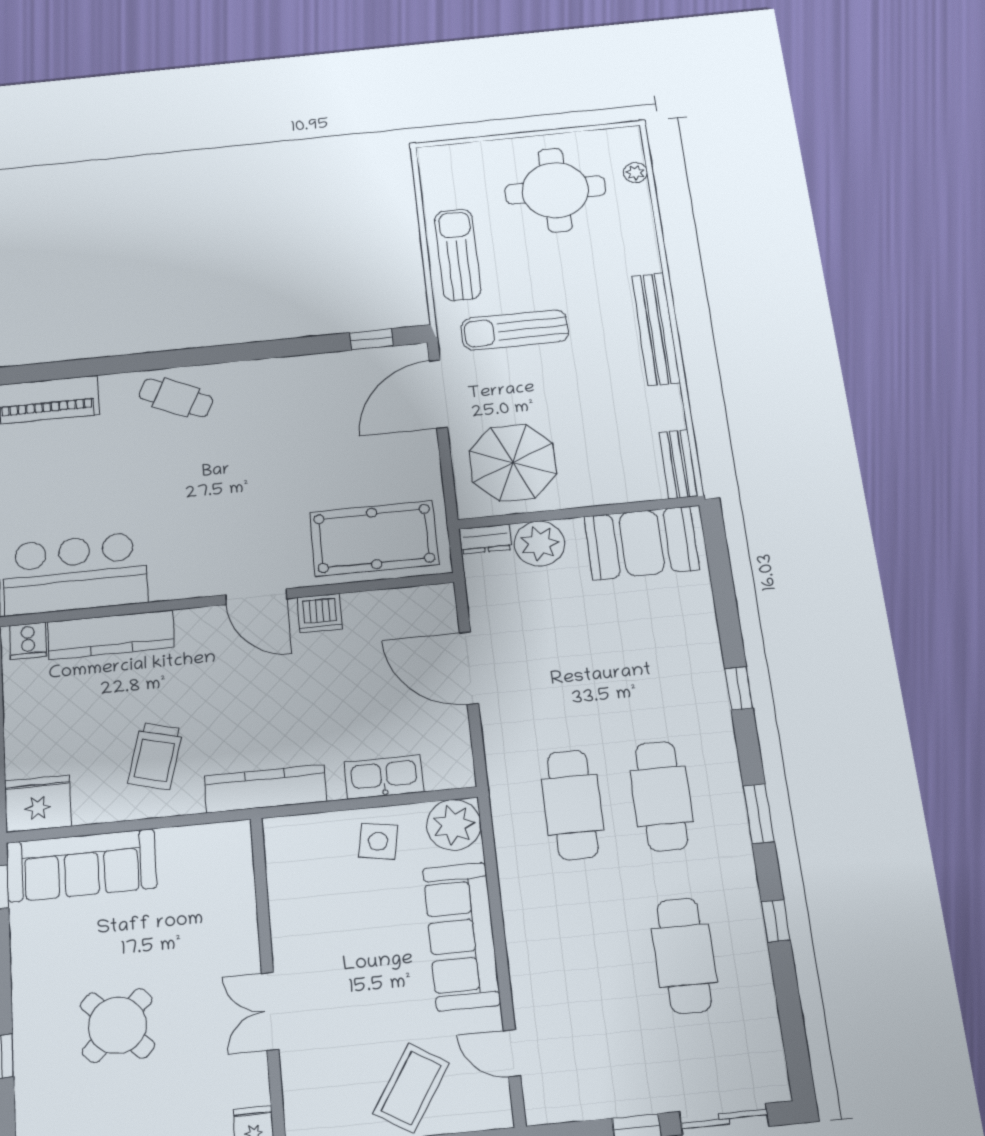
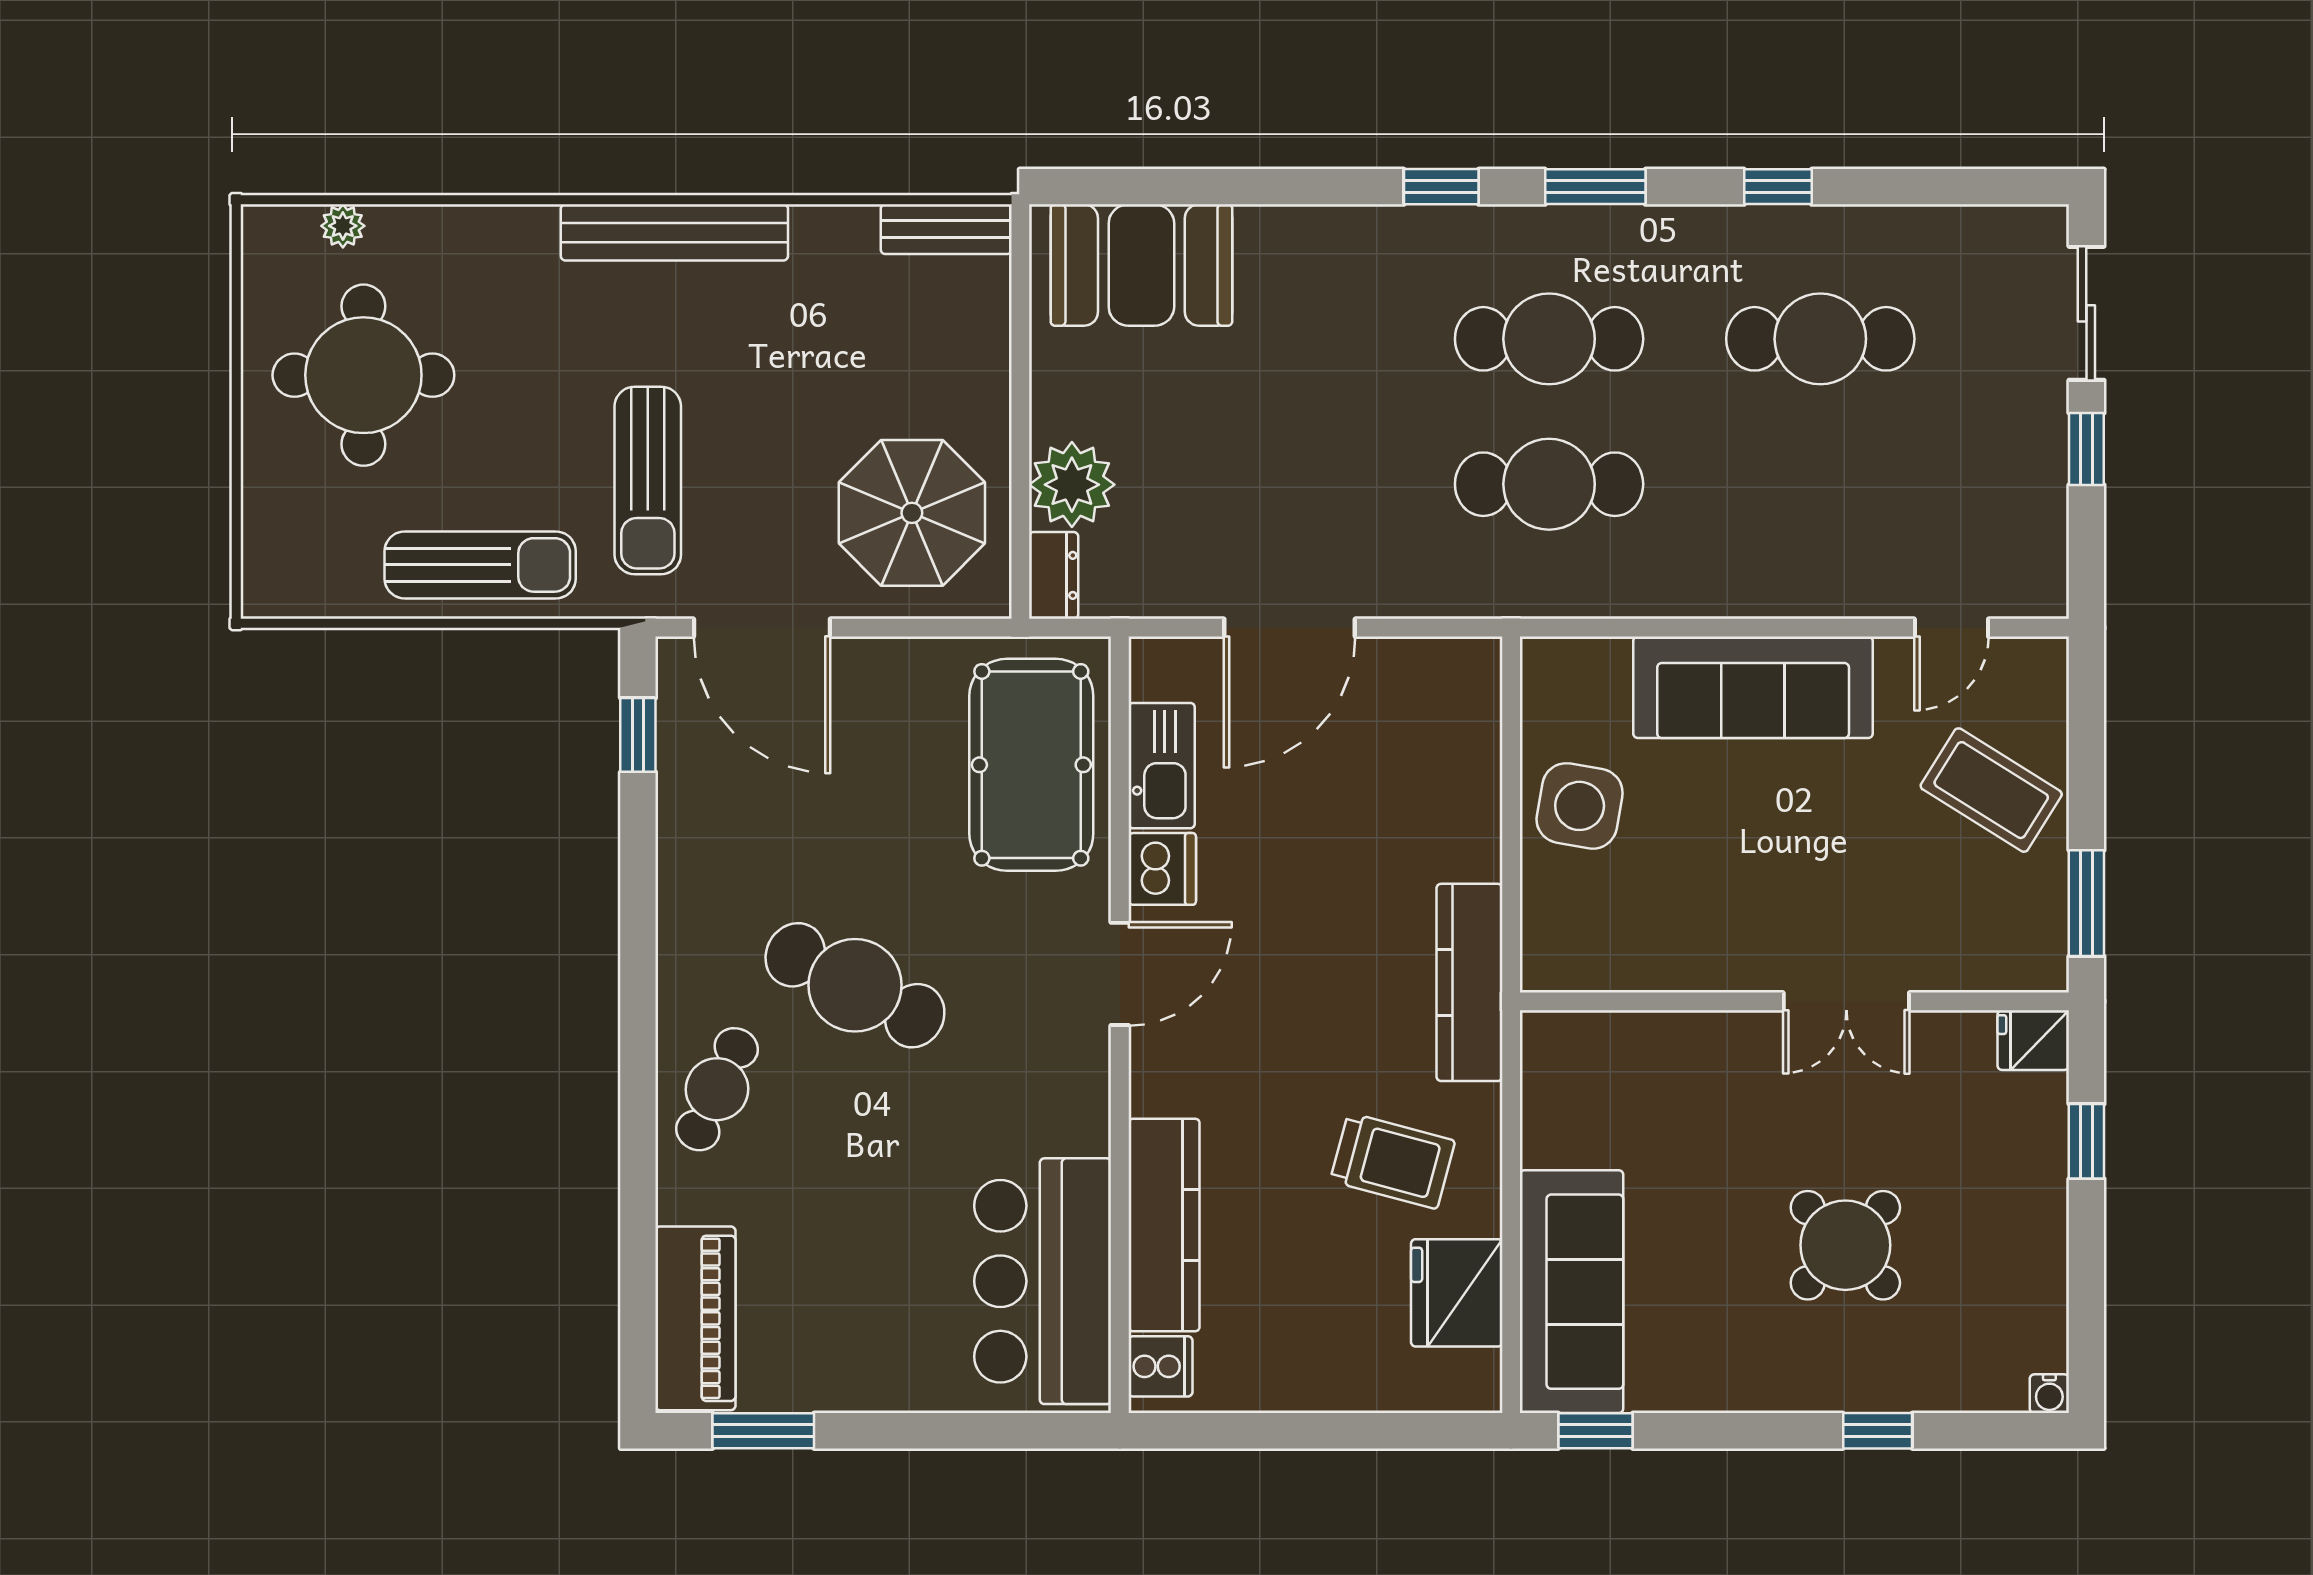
sun lounger: (458, 255) -> (480, 565), turned 180
cafe table: (239, 461) -> (855, 985), added
booth: (642, 543) -> (1141, 265), moved, turned 90
window: (739, 689) -> (1441, 187), moved
kitchen sink: (384, 777) -> (1162, 766), moved, turned 180
fridge: (38, 804) -> (1457, 1293), moved
plant: (454, 825) -> (1564, 681), removed
side table: (378, 841) -> (1580, 806), width x1.37, depth x1.37

